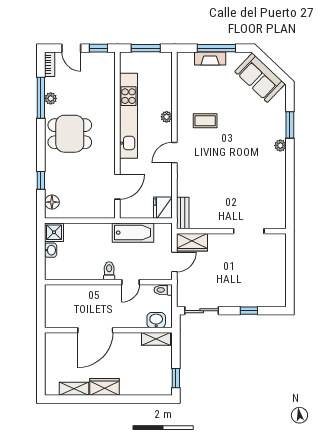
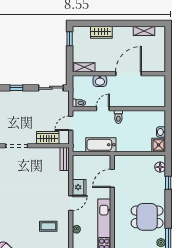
fridge: (163, 208) -> (79, 187), moved
wardrobe: (192, 242) -> (48, 138), moved
washbasin: (156, 320) -> (100, 81), moved
wardrobe: (105, 387) -> (101, 32), moved

